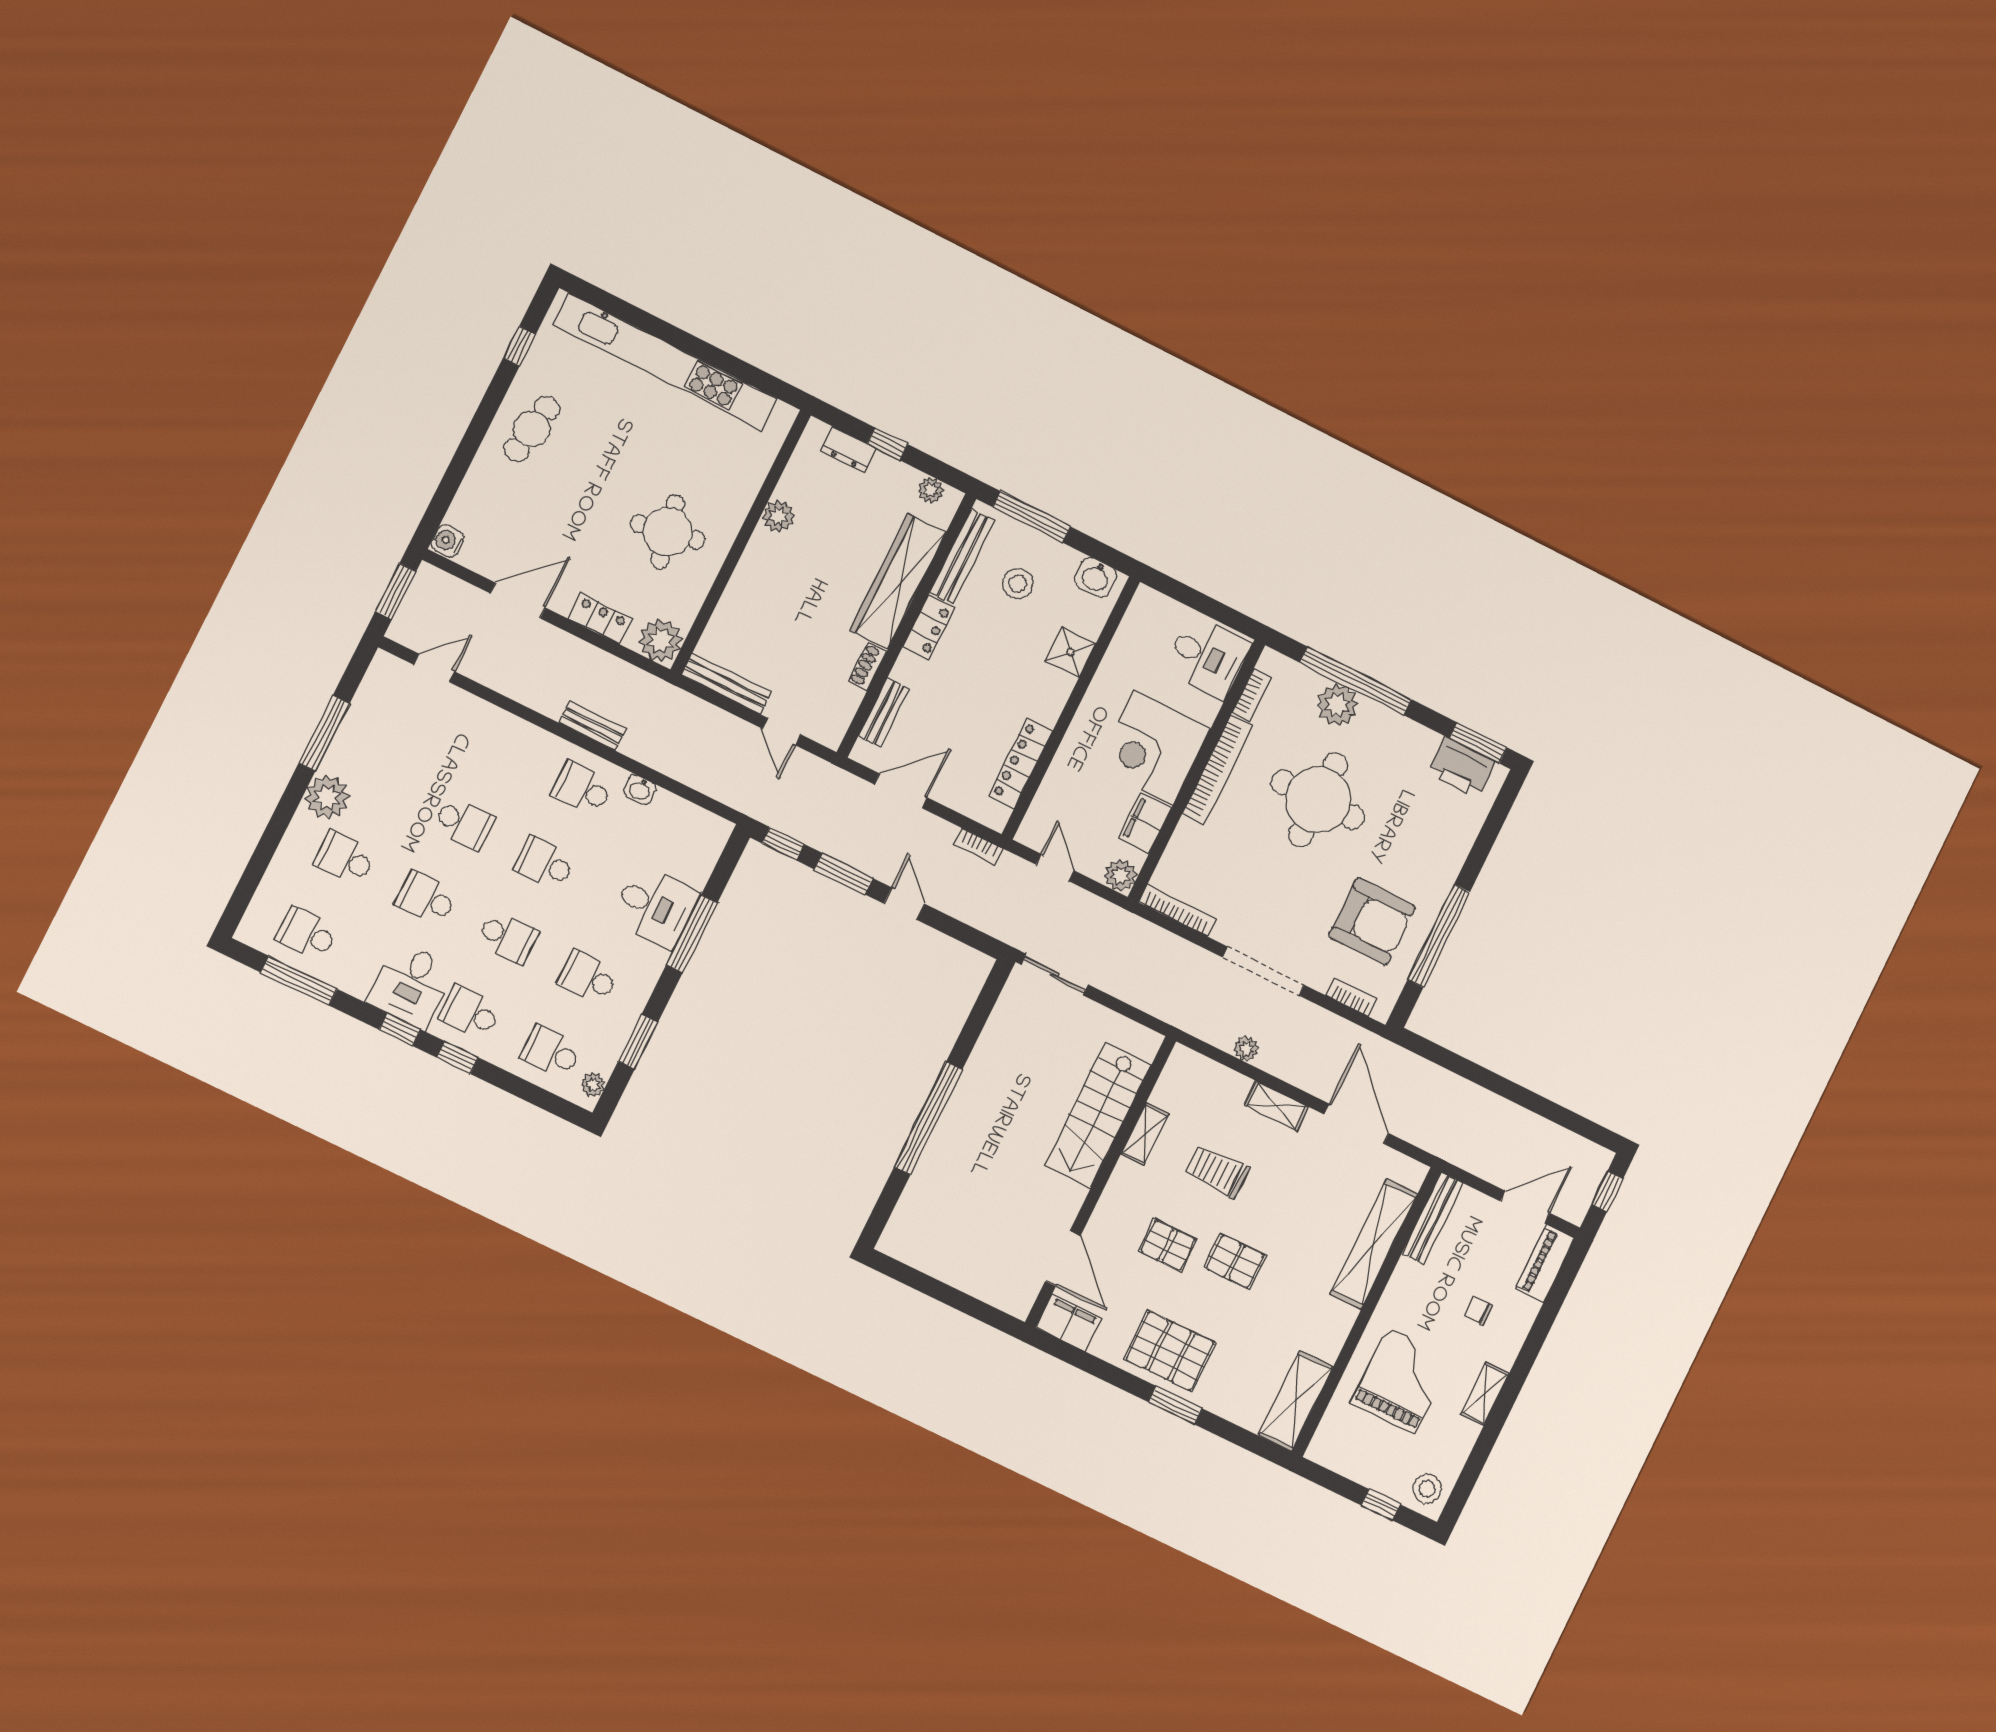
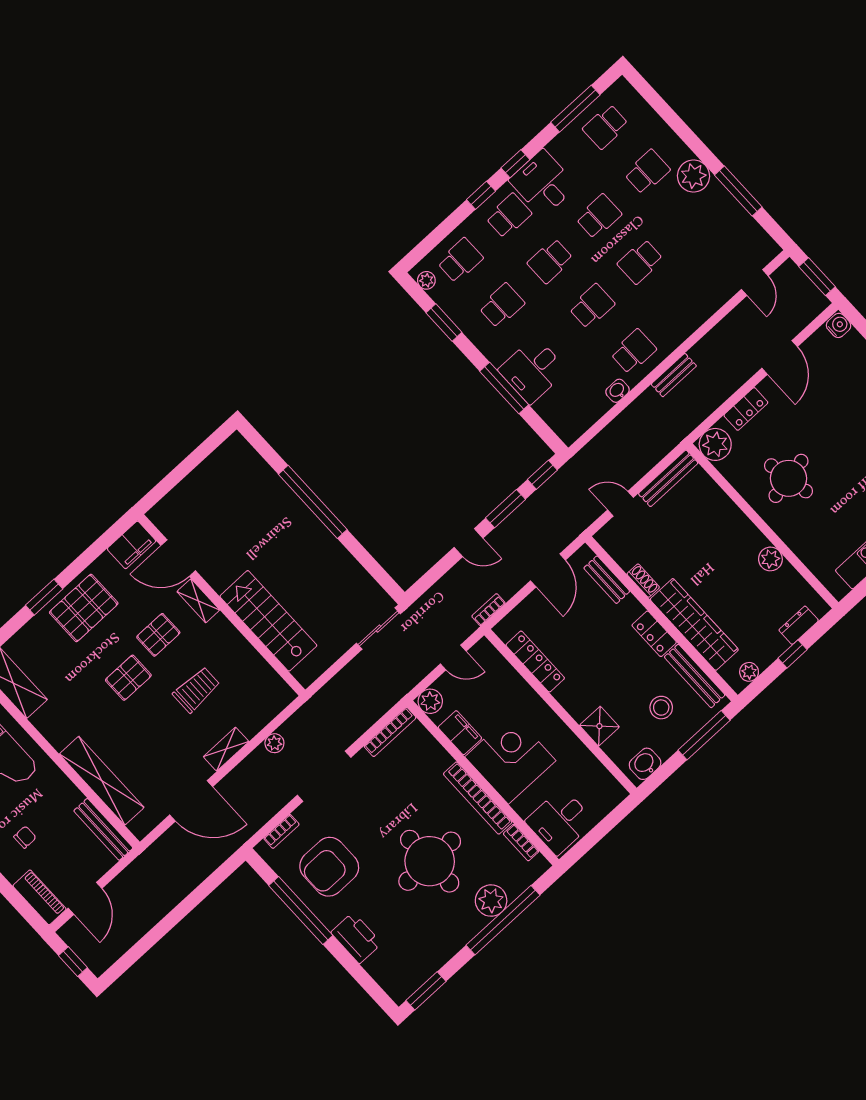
printer: (1461, 767) -> (356, 938), moved, turned 90
school desk: (307, 933) -> (606, 127), turned 180
shelving: (1145, 1134) -> (198, 601), moved

